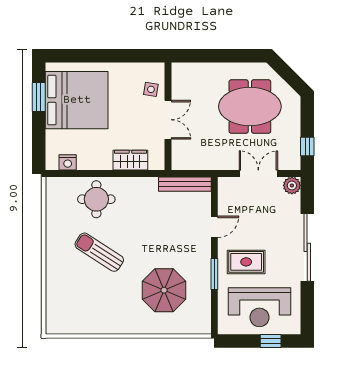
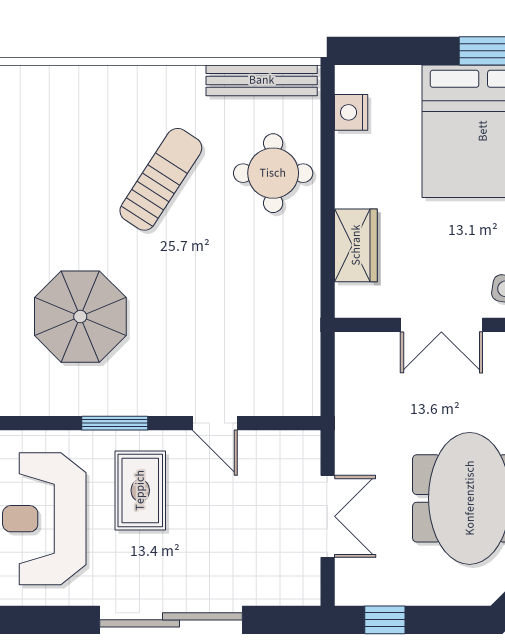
bench: (185, 184) -> (262, 80), moved, turned 90
plant: (292, 185) -> (302, 587), removed

